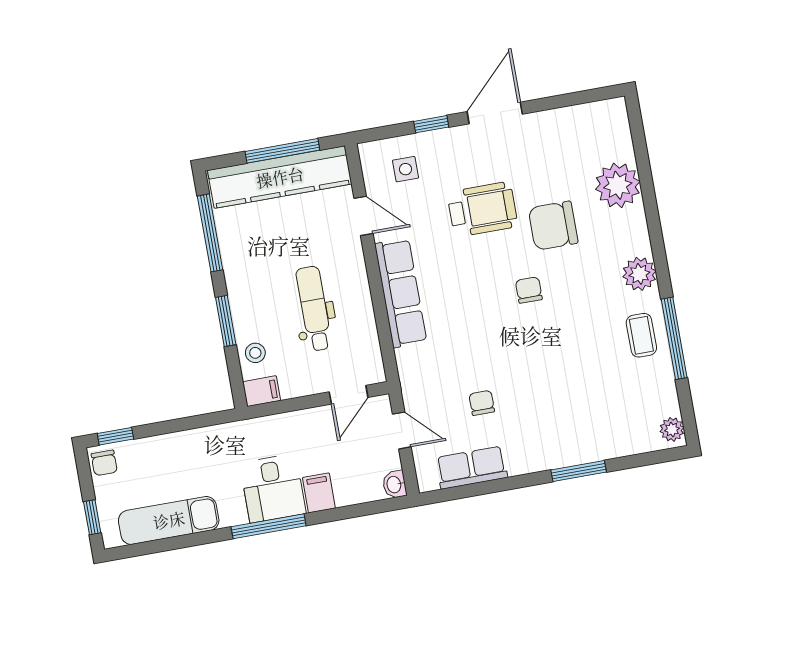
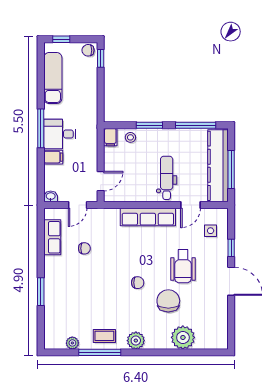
dental chair: (314, 309) -> (167, 178), moved, turned -90
door: (349, 395) -> (101, 181), swing flipped
plant: (672, 429) -> (72, 343), moved

